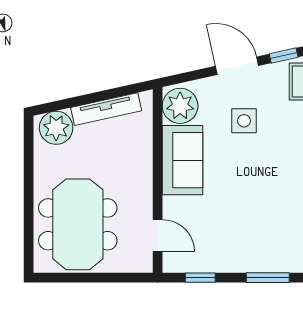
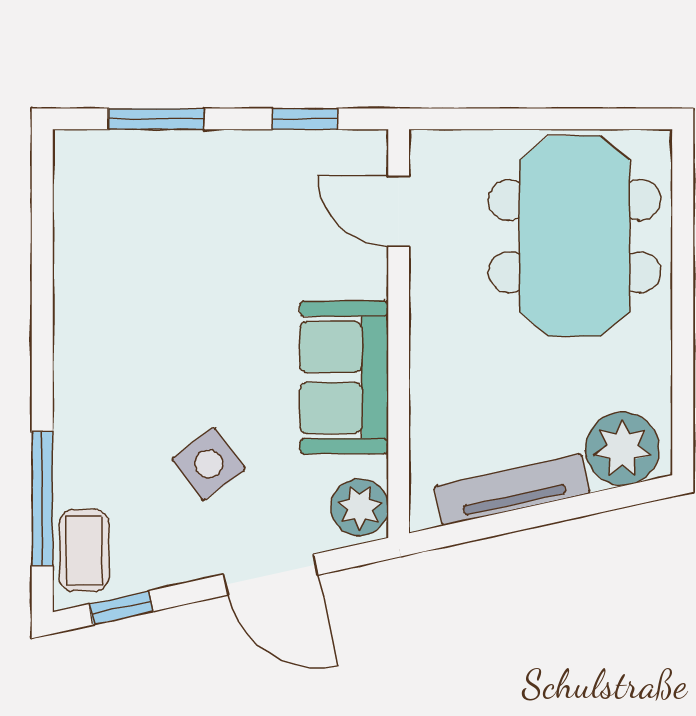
door: (237, 66) -> (271, 575), moved
plant: (180, 106) -> (360, 507), width x0.73, depth x0.73
side table: (244, 121) -> (209, 464), turned -37

